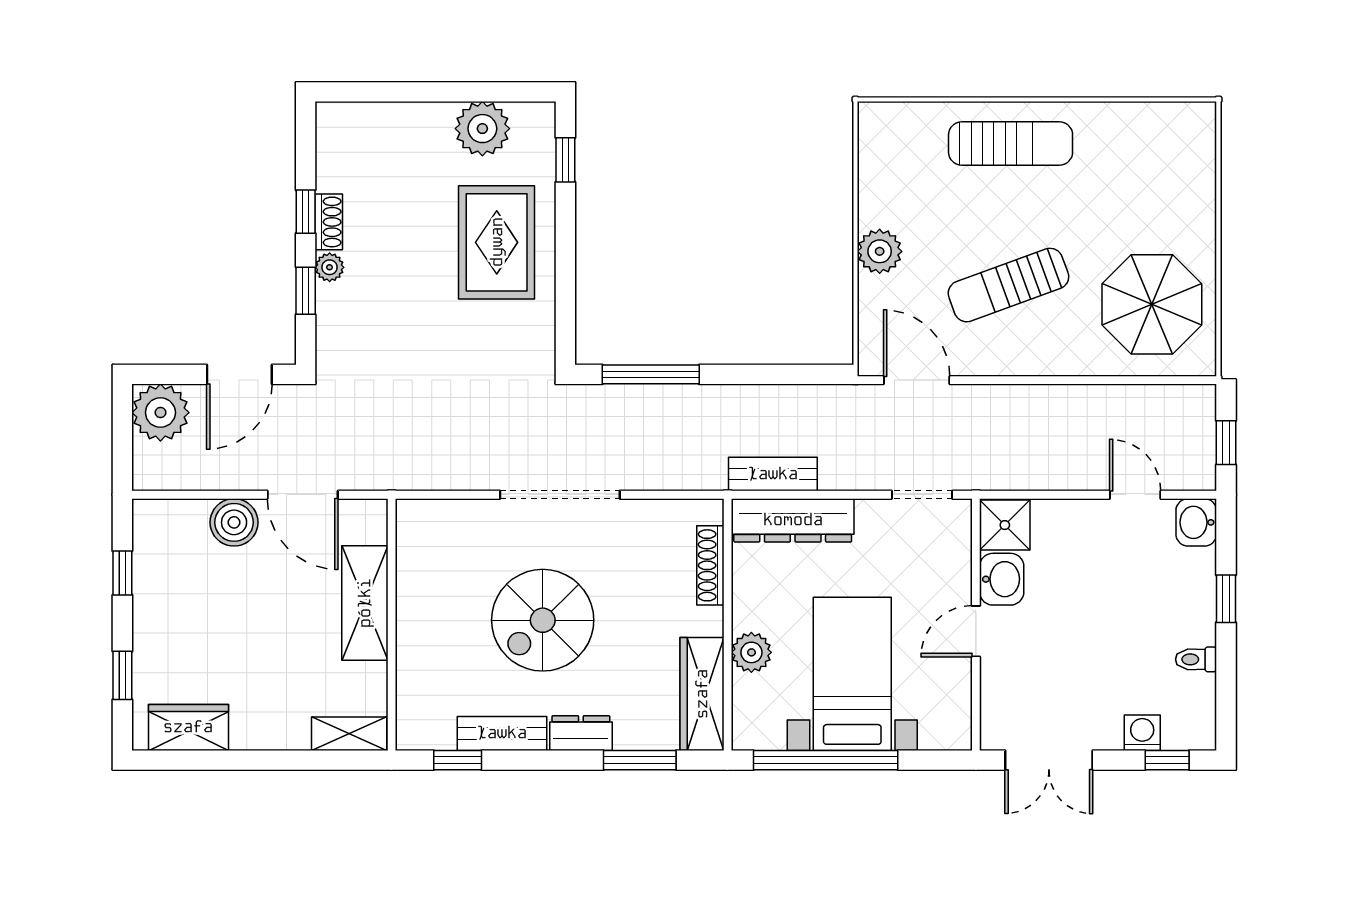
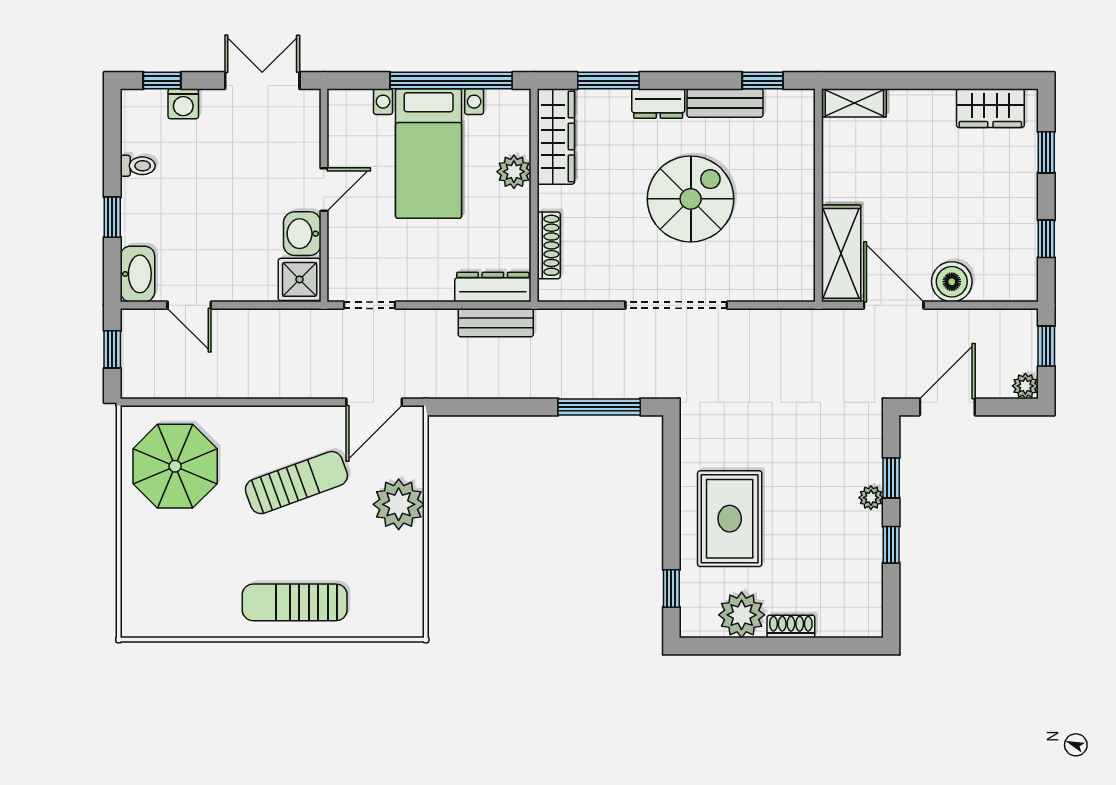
shoe rack: (329, 222) -> (791, 627), moved, turned 90
plant: (880, 251) -> (399, 504), width x1.36, depth x1.36
door: (917, 380) -> (374, 402), hinge flipped
plant: (160, 413) -> (1025, 386), width x0.53, depth x0.53
window: (122, 446) -> (1046, 346), added
dresser: (793, 520) -> (493, 287), width x0.73, depth x0.80
washbasin: (1196, 522) -> (137, 274), width x1.38
shelving: (365, 603) -> (841, 253), moved

